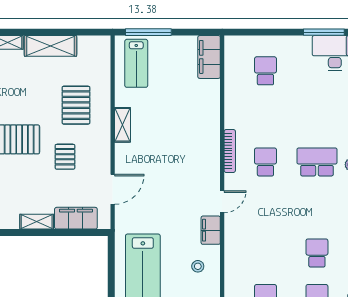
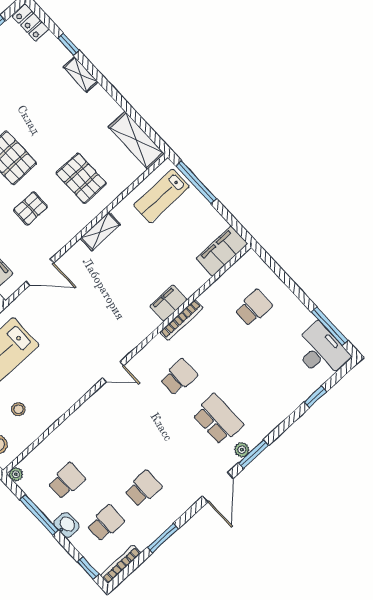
shelving: (50, 46) -> (136, 140), moved
pallet: (76, 105) -> (81, 178), turned 90
bookcase: (230, 151) -> (181, 320), moved
filing cabinet: (211, 230) -> (168, 303), moved
stool: (198, 266) -> (18, 409), moved

